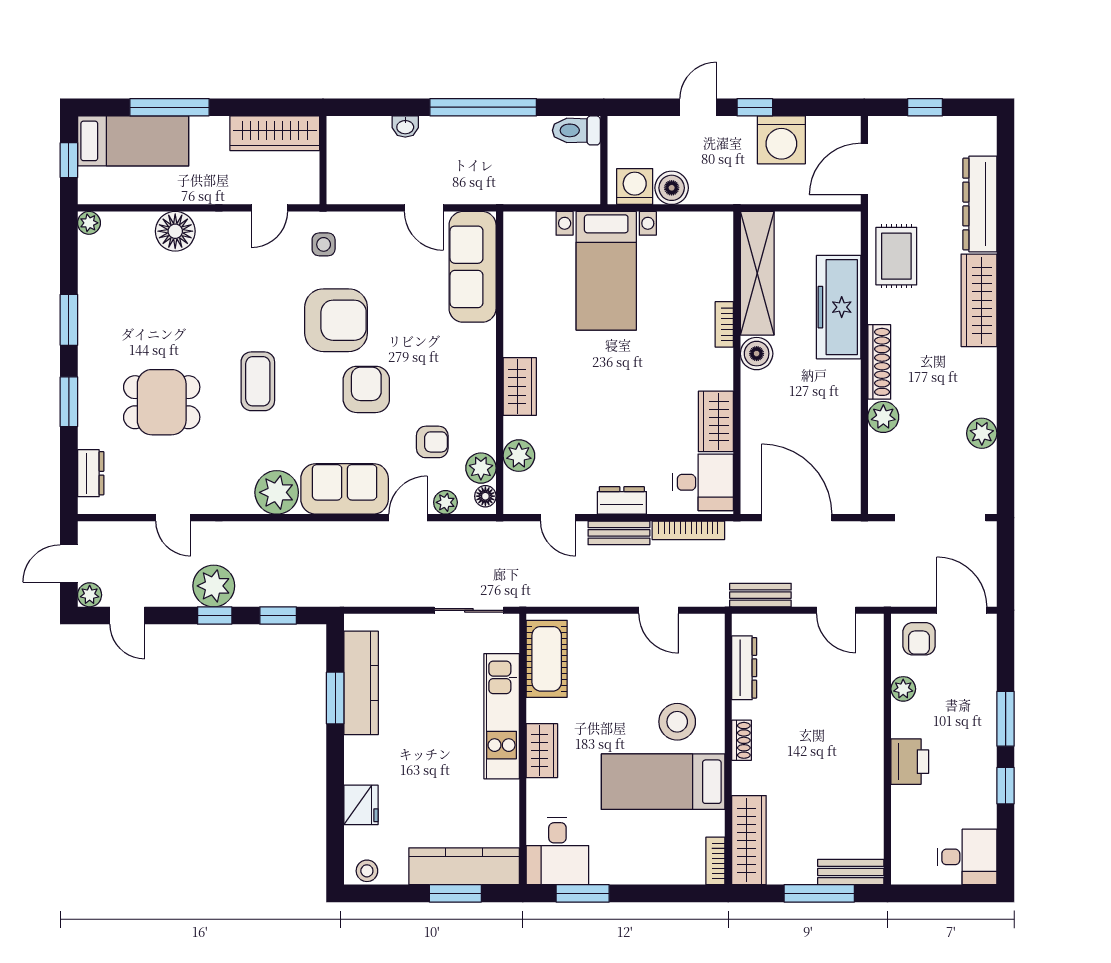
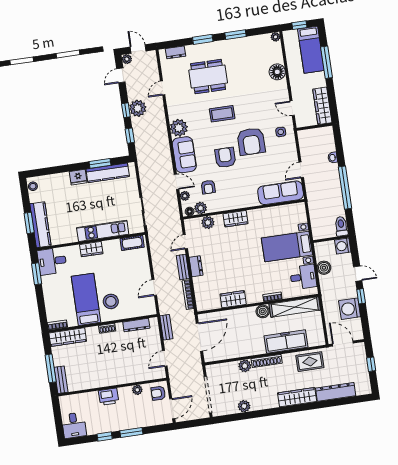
washing machine: (635, 186) -> (343, 246), moved, turned 180
armchair: (366, 389) -> (225, 158), turned -90
dining table: (162, 402) -> (208, 77), width x1.38
desk: (703, 482) -> (303, 277), moved, turned -90
cot: (547, 659) -> (132, 243), width x0.73, depth x0.75
fridge: (361, 805) -> (78, 177), moved

